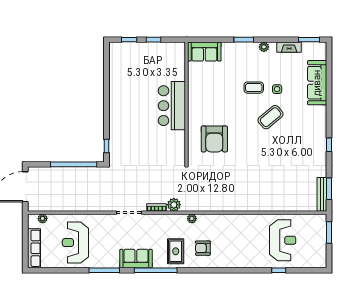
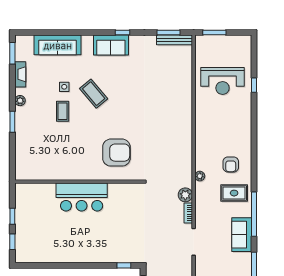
sofa: (204, 52) -> (111, 45), moved, turned 90
reception desk: (283, 240) -> (223, 81), turned 180

